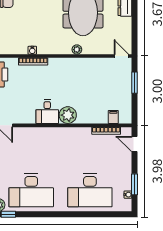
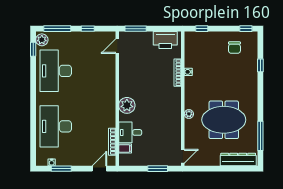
desk: (47, 112) -> (130, 132), moved

